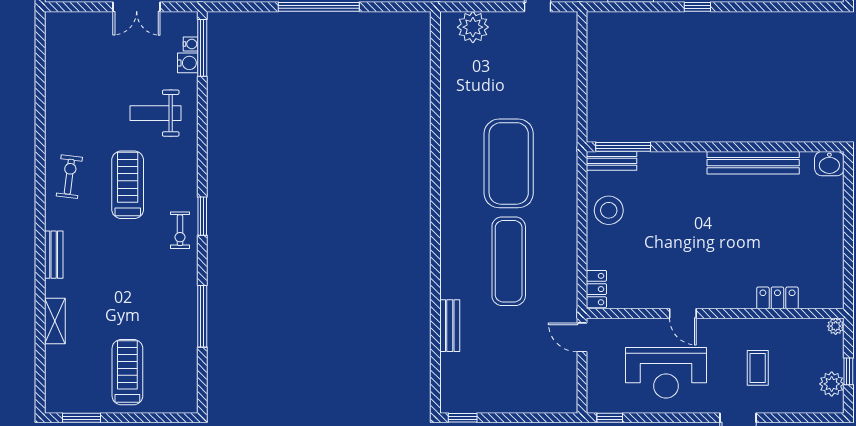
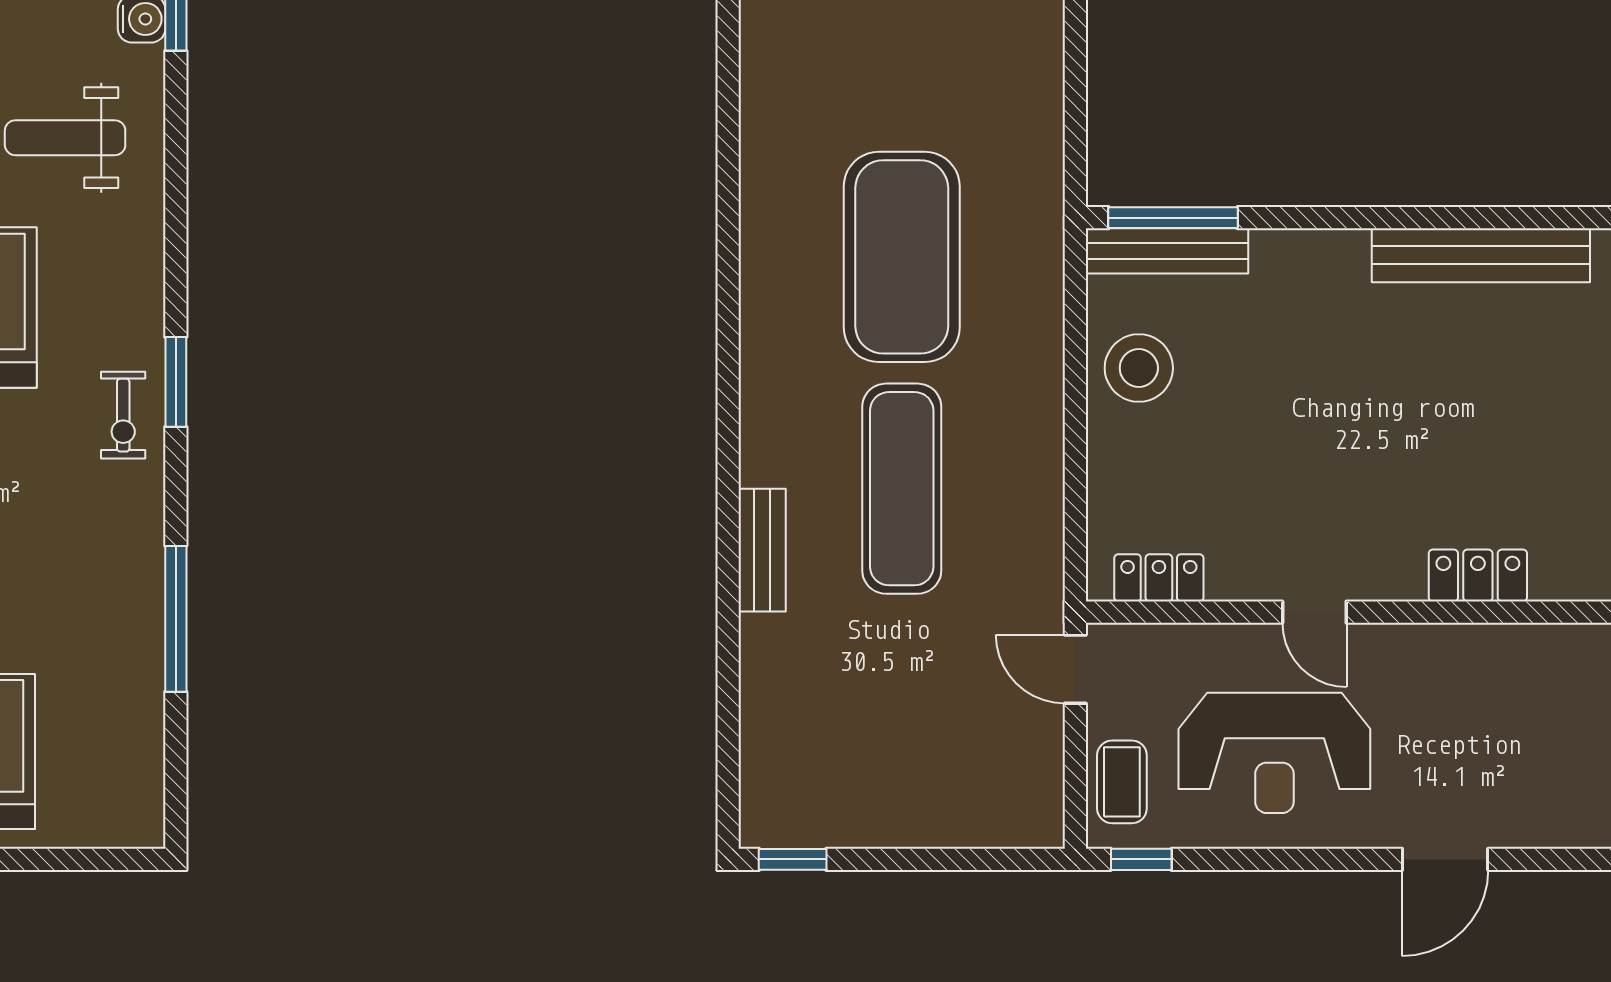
bench: (611, 161) -> (1167, 251), width x1.36
locker: (596, 289) -> (1159, 578), moved, turned -90
locker: (777, 298) -> (1478, 575), moved
bench: (450, 326) -> (762, 550), moved
coffee table: (758, 368) -> (1122, 782), moved

